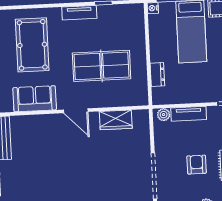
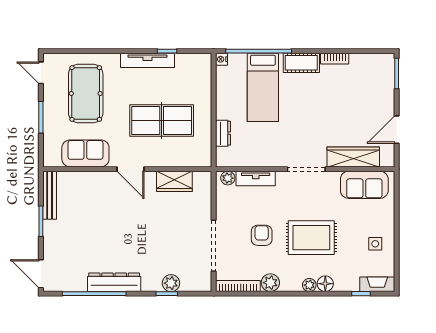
tv unit: (79, 13) -> (148, 60), width x1.41

